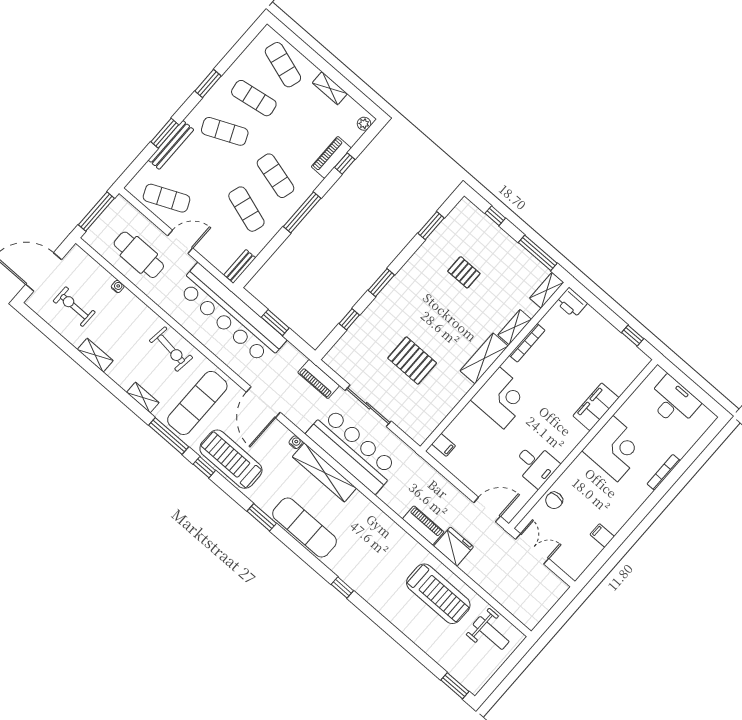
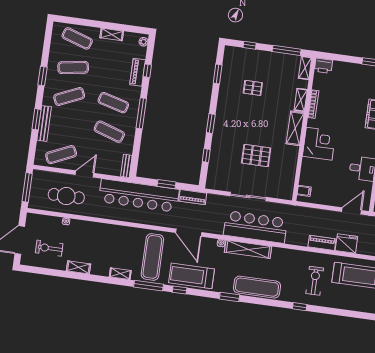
exercise bike: (171, 349) -> (315, 281), moved, turned -97
piano: (319, 379) -> (193, 197), moved

